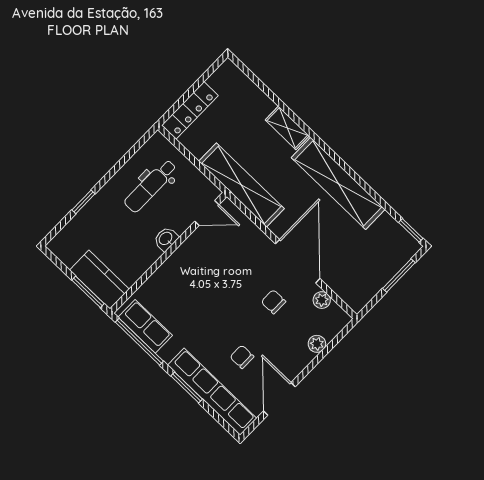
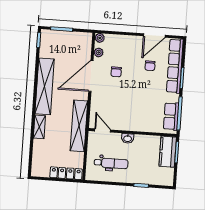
plant: (317, 344) -> (100, 38), moved

